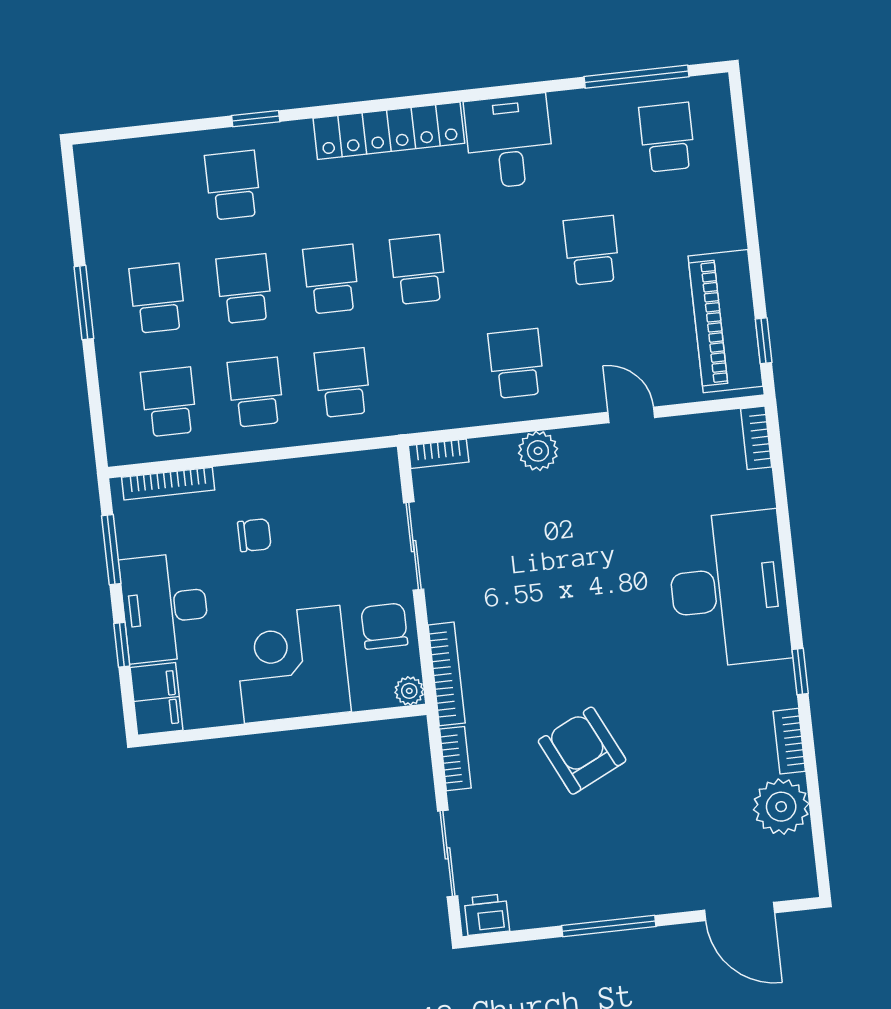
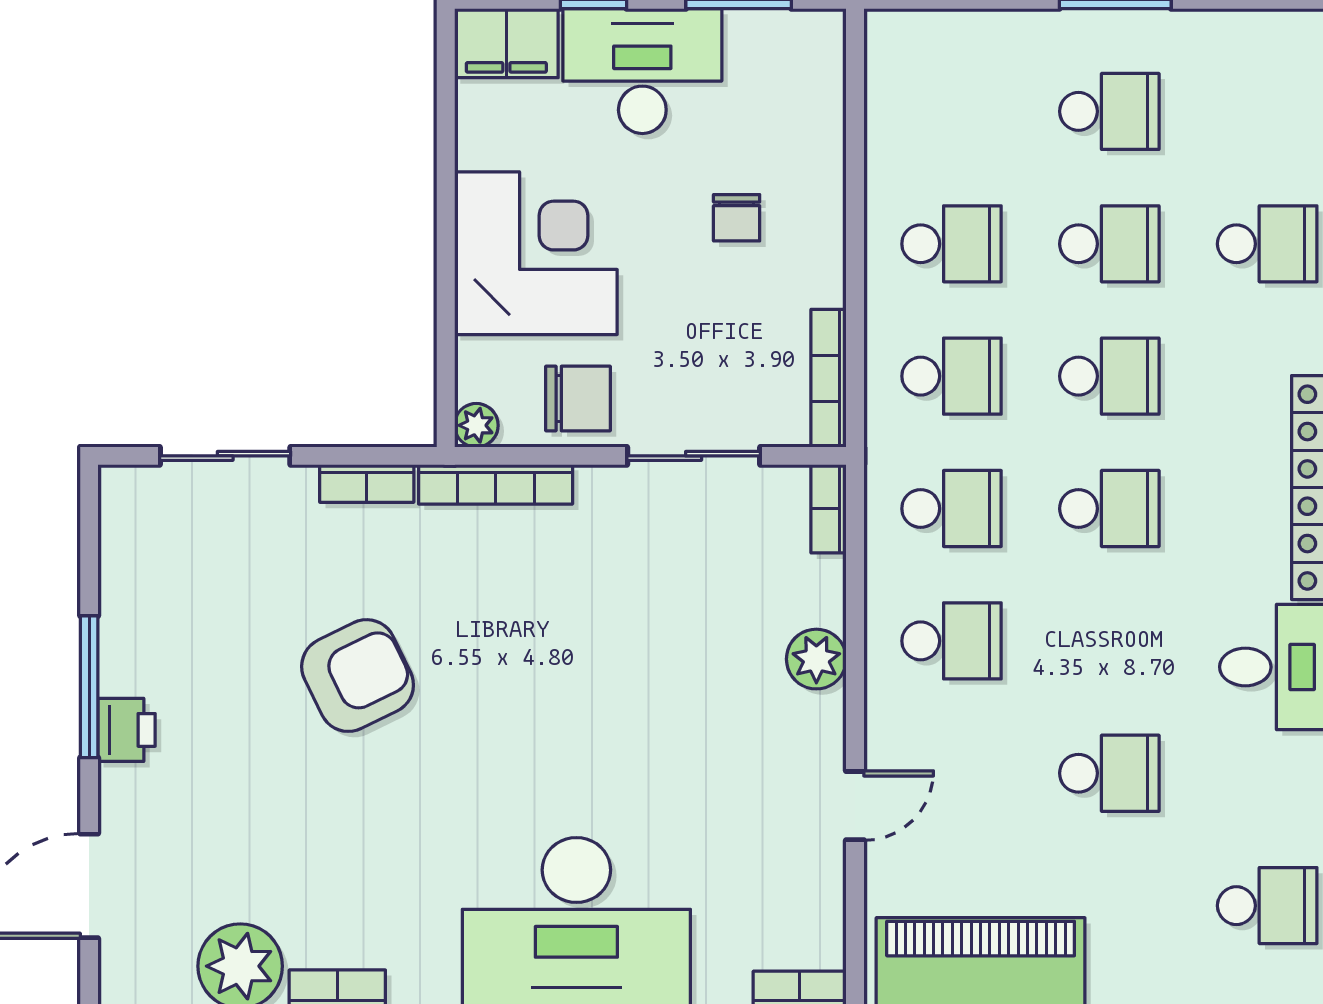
school desk: (169, 402) -> (951, 509), moved
bookcase: (168, 484) -> (829, 378), moved
printer: (487, 915) -> (127, 730), moved

